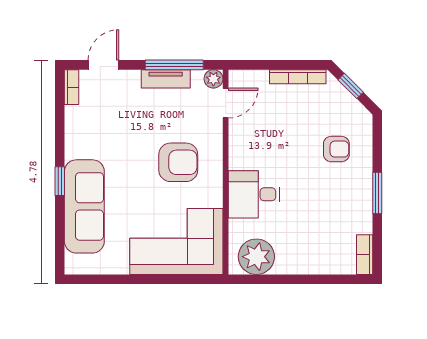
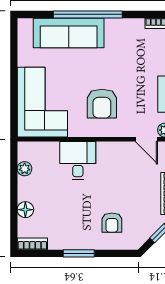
window: (60, 181) -> (88, 14), width x3.17
plant: (256, 257) -> (25, 169), width x0.53, depth x0.53
floor lamp: (319, 264) -> (25, 210), added

